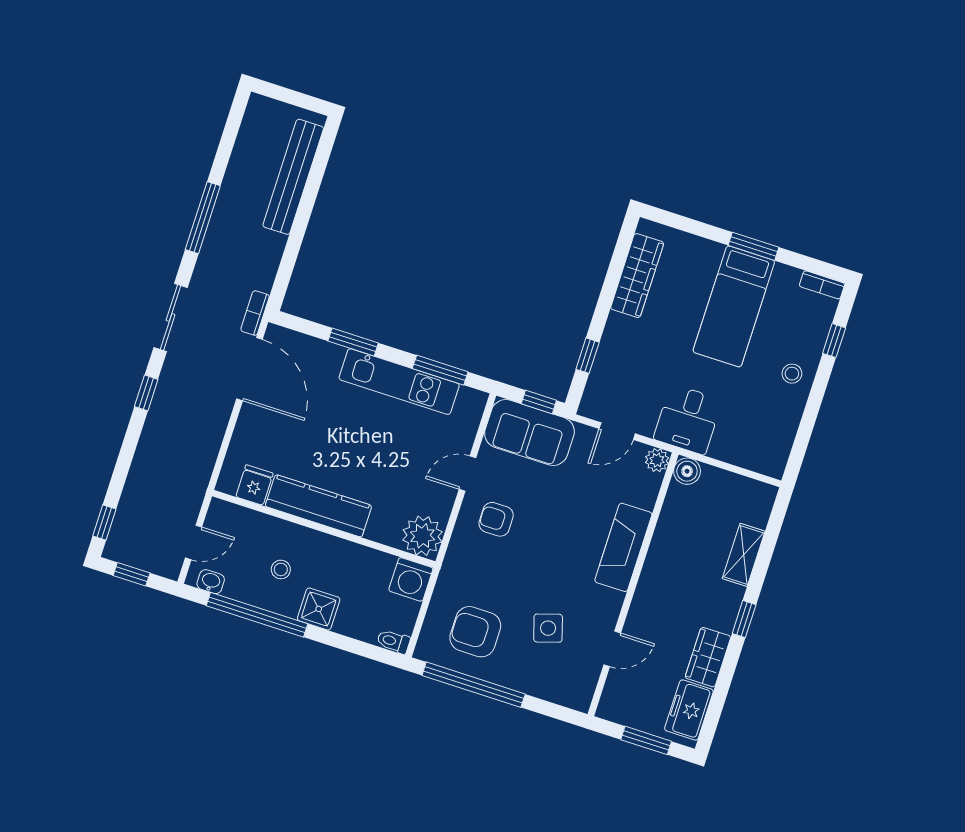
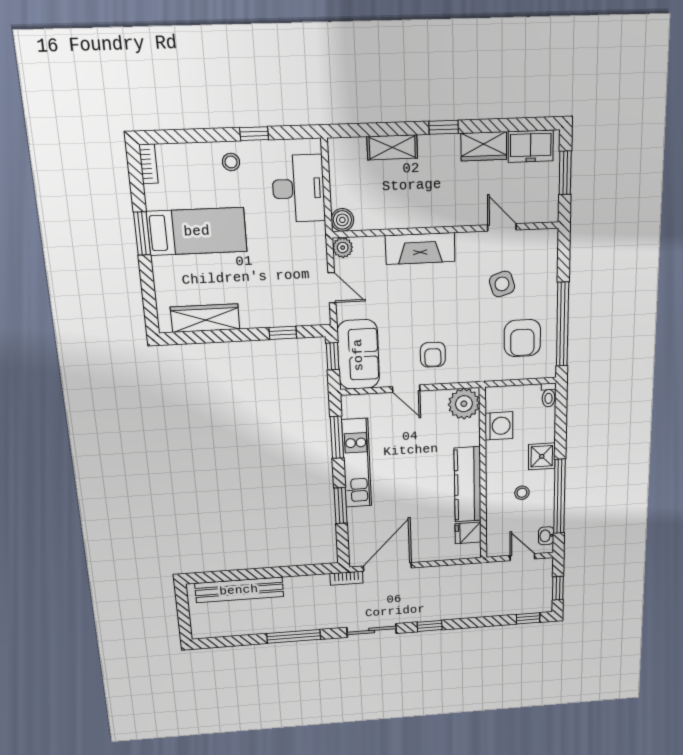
window: (834, 341) -> (254, 134), moved
desk: (688, 419) -> (298, 188), moved, width x1.37
washing machine: (411, 579) -> (499, 426), moved

